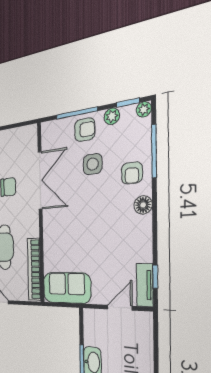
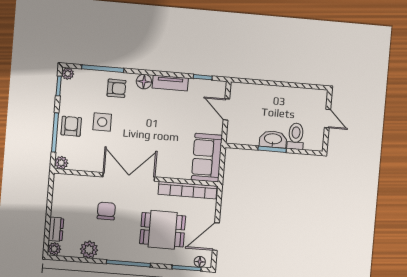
plant: (112, 116) -> (61, 163), moved
double door: (40, 180) -> (129, 177), moved
tv unit: (145, 285) -> (170, 83), moved

